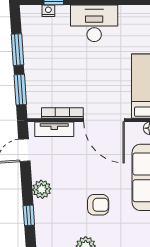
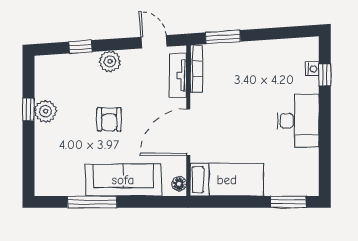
window: (17, 50) -> (268, 34), removed
bookcase: (62, 113) -> (196, 69), moved
armchair: (98, 205) -> (109, 119), moved

